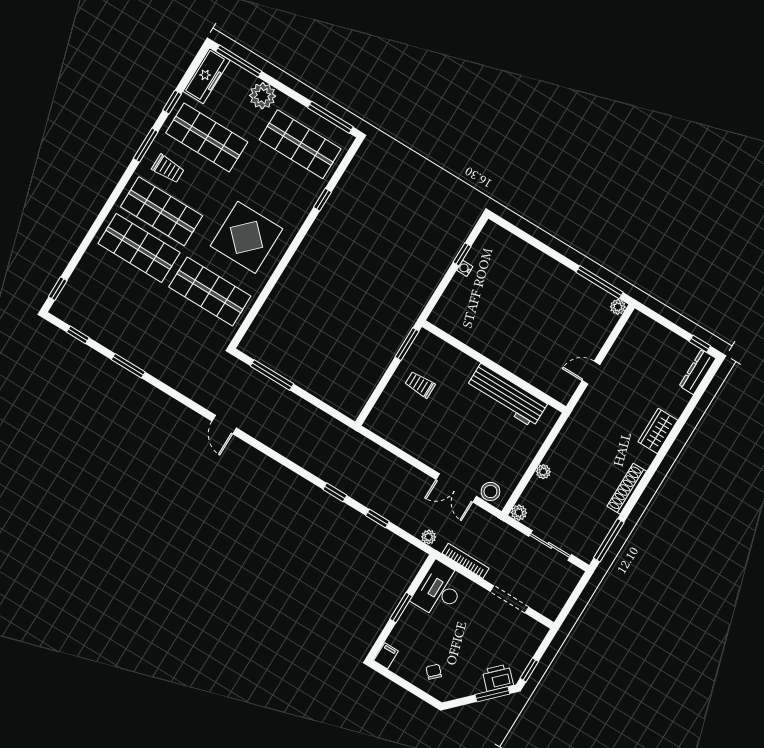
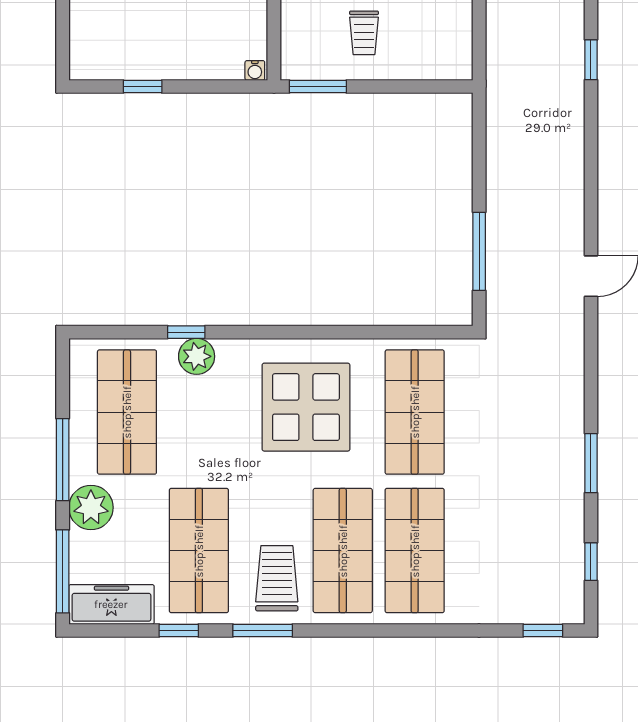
window: (330, 117) -> (63, 460), moved
trolley: (168, 169) -> (277, 578), width x1.36, depth x1.39
plant: (307, 197) -> (197, 356), added
water cooler: (465, 268) -> (255, 70), moved

